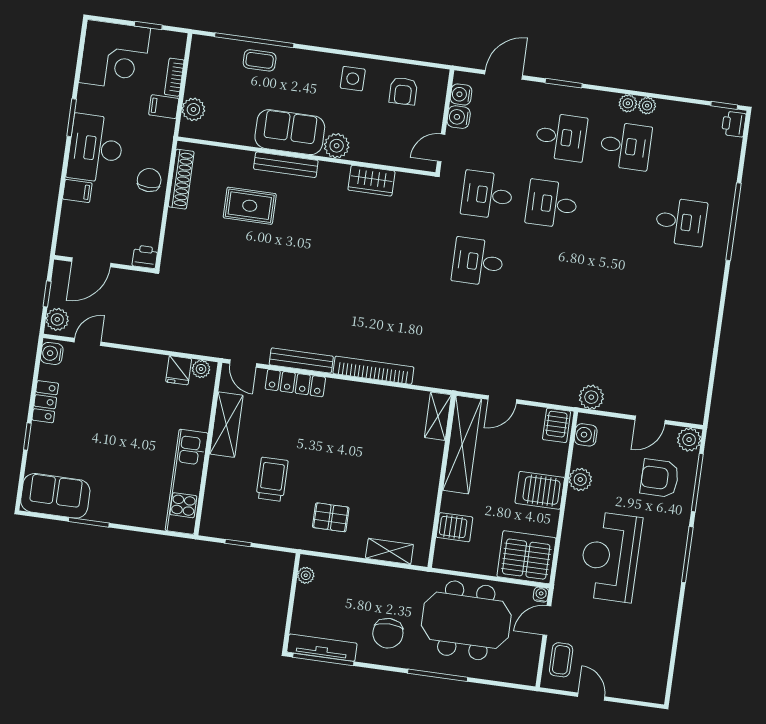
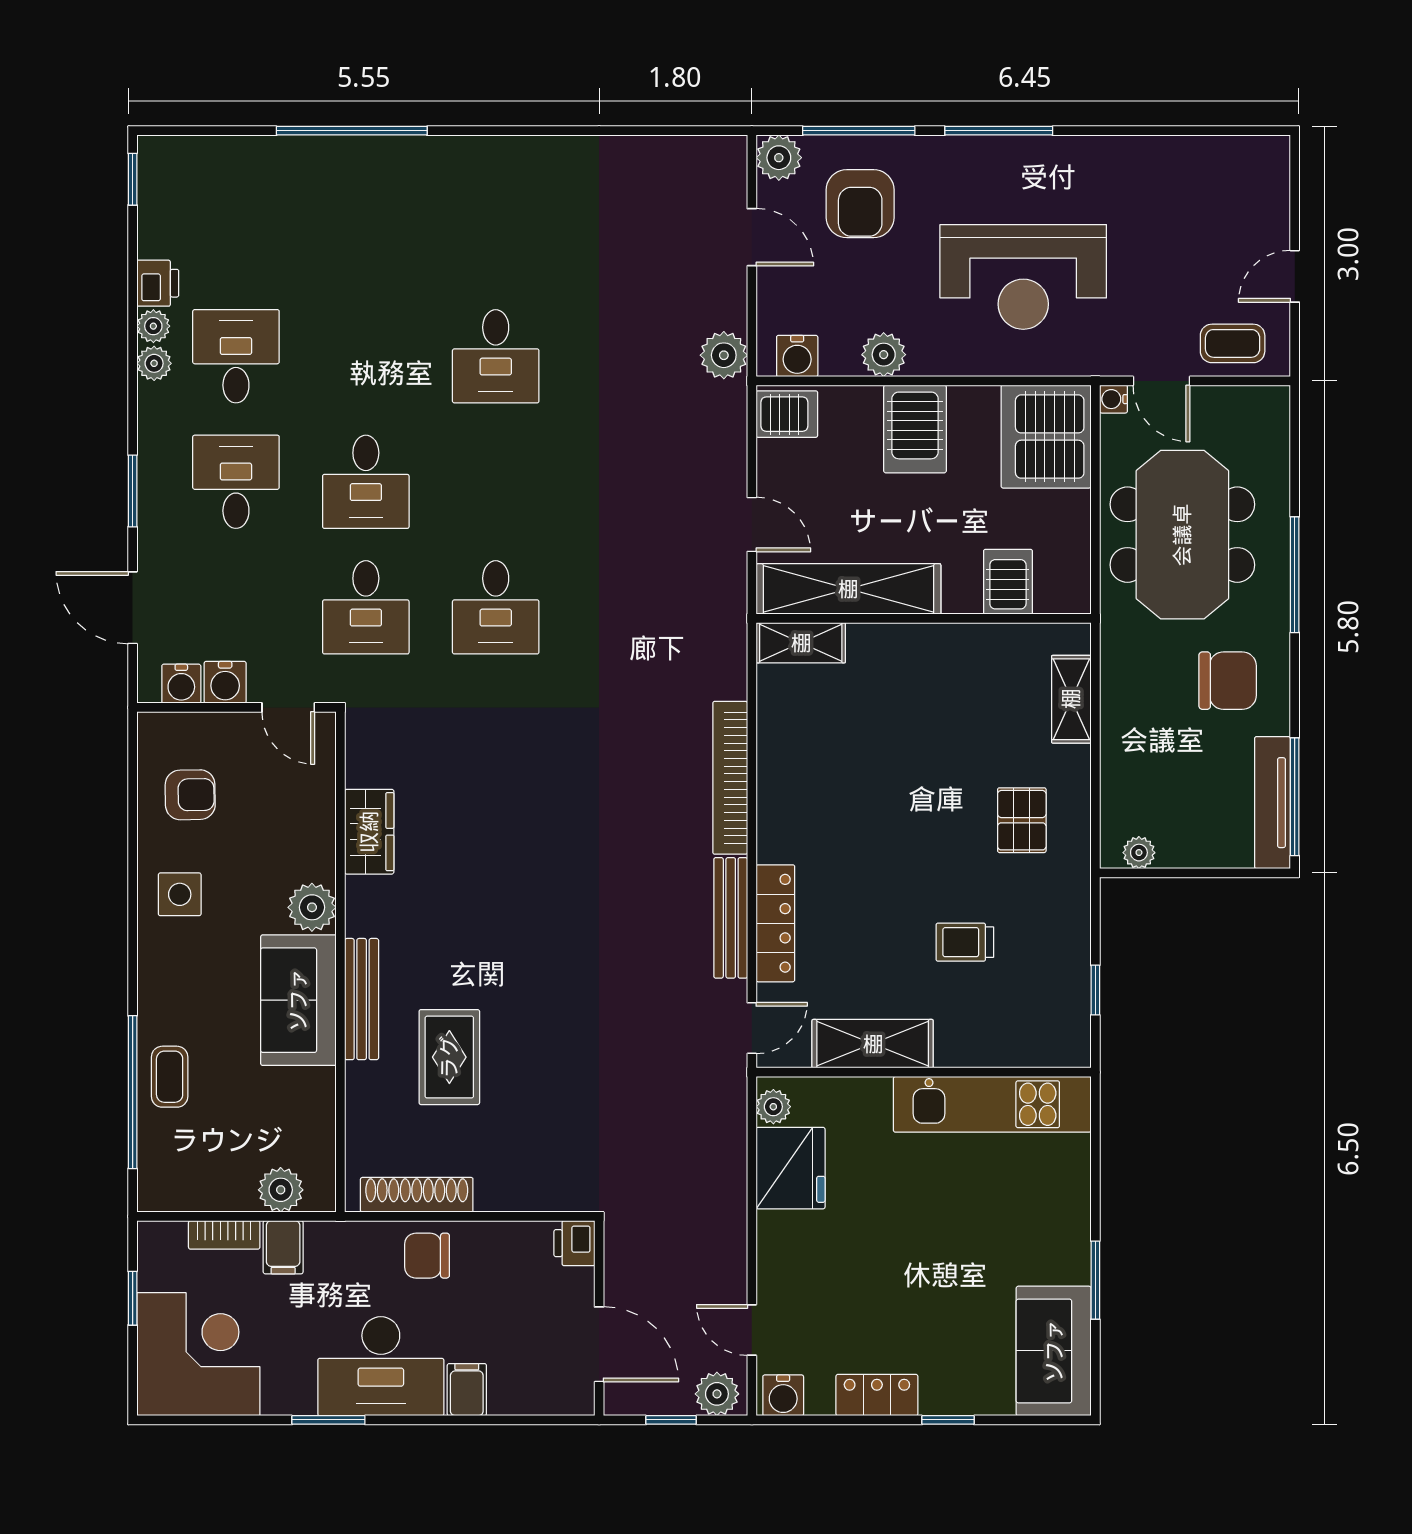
printer: (734, 124) -> (158, 283), moved, turned -90
desk: (681, 222) -> (496, 356), moved, turned 180
fridge: (179, 370) -> (791, 1168), width x1.88, depth x1.34
trolley: (272, 479) -> (965, 942), width x0.73, depth x0.72

